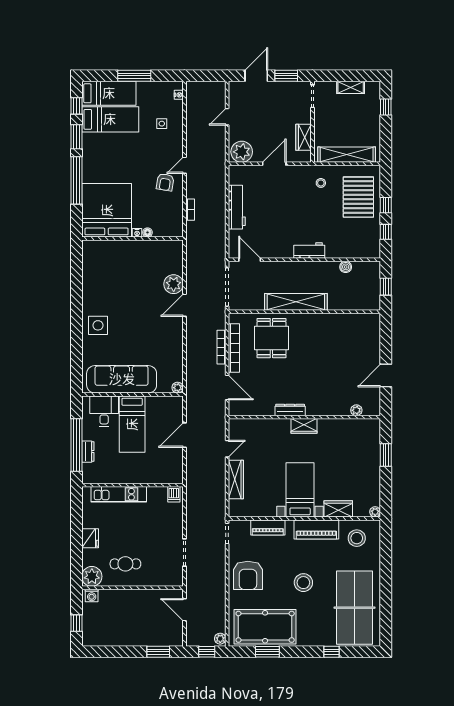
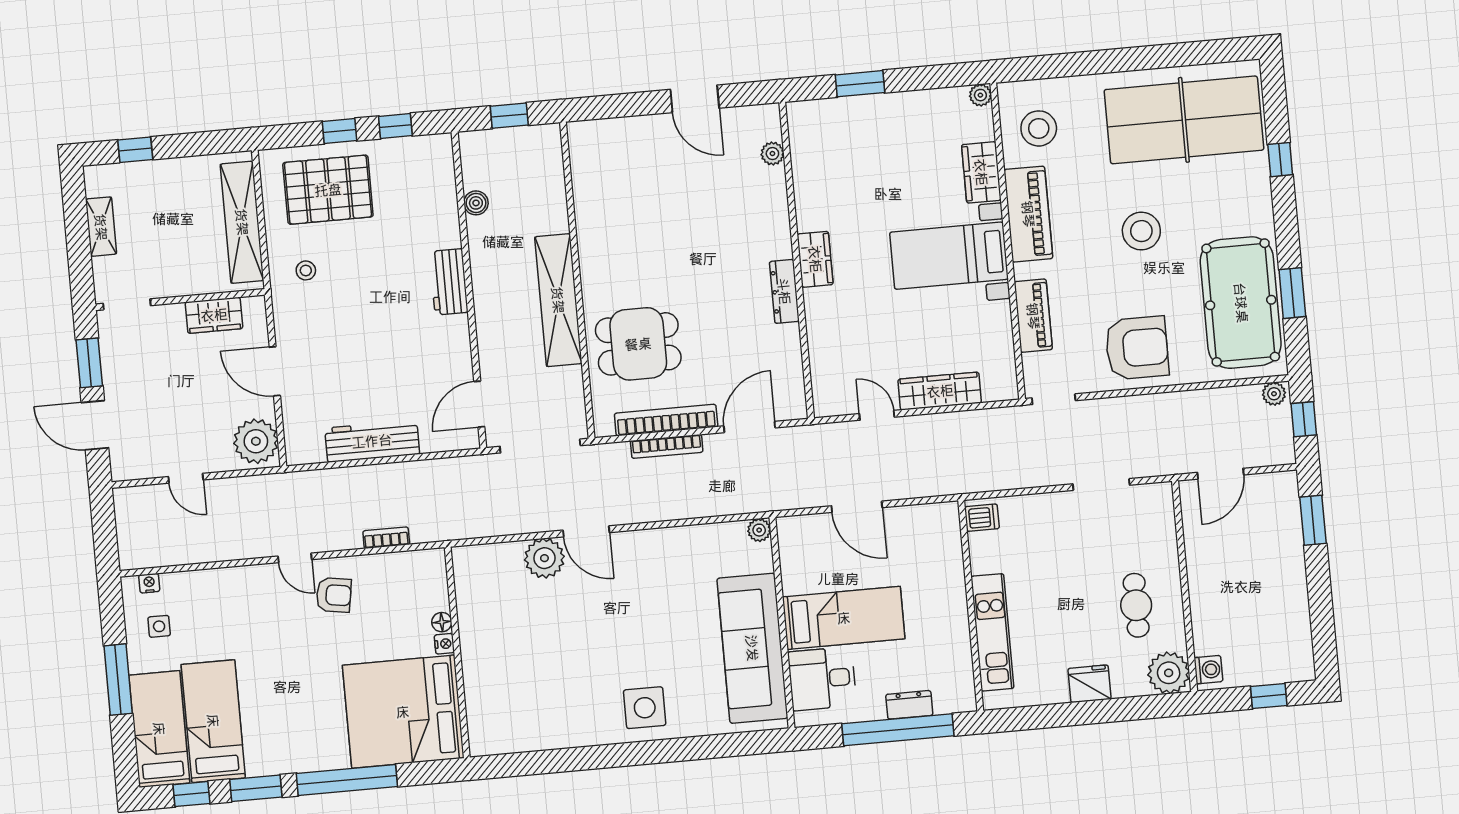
side table: (162, 124) -> (159, 626), moved

